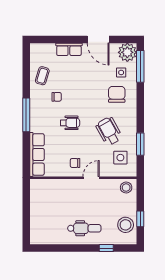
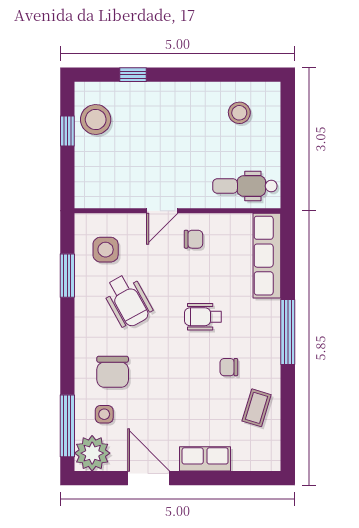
stool: (126, 187) -> (239, 113), moved
dental chair: (84, 228) -> (245, 186), moved

